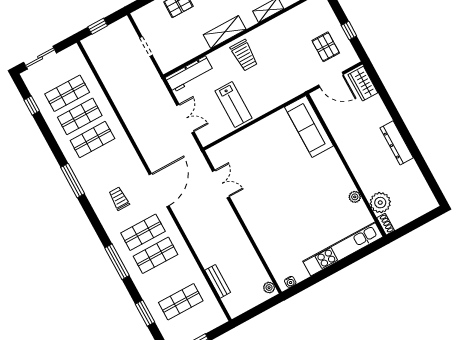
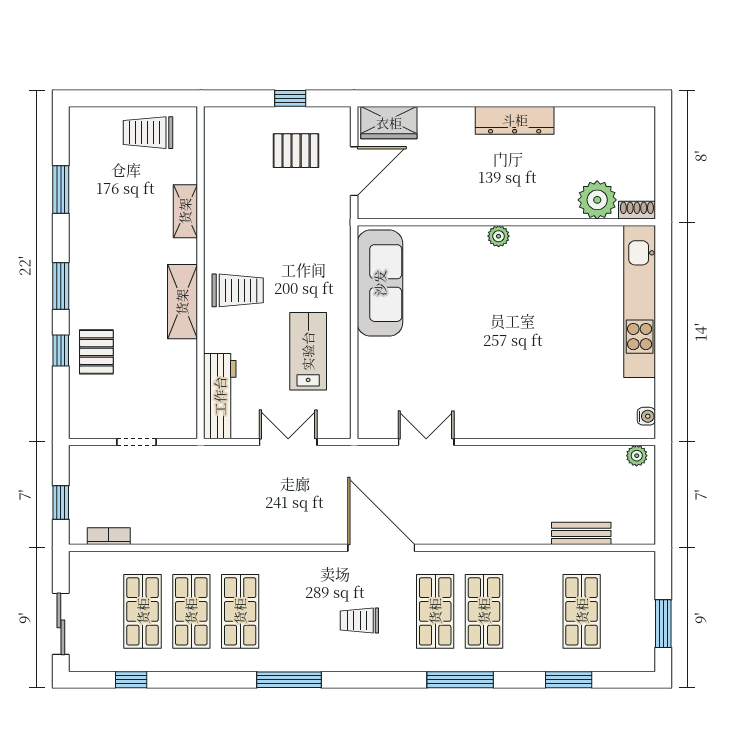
bookcase: (94, 58) -> (109, 536), added
lab bench: (234, 104) -> (308, 351), turned -90
sofa: (309, 126) -> (380, 283), moved, turned -90
plant: (355, 197) -> (499, 236), moved

